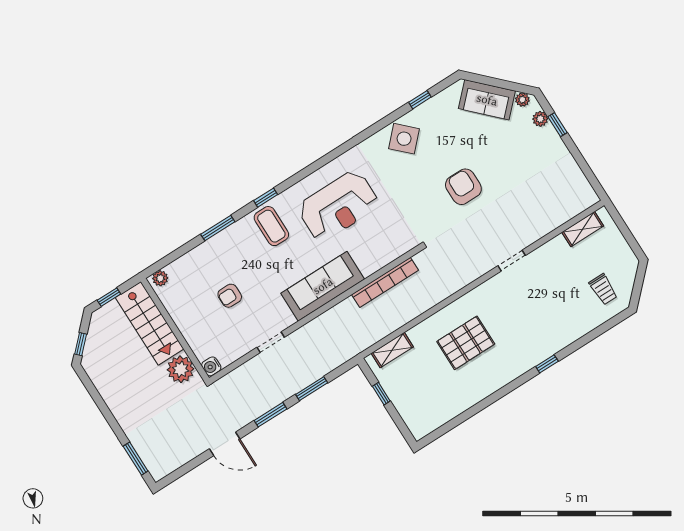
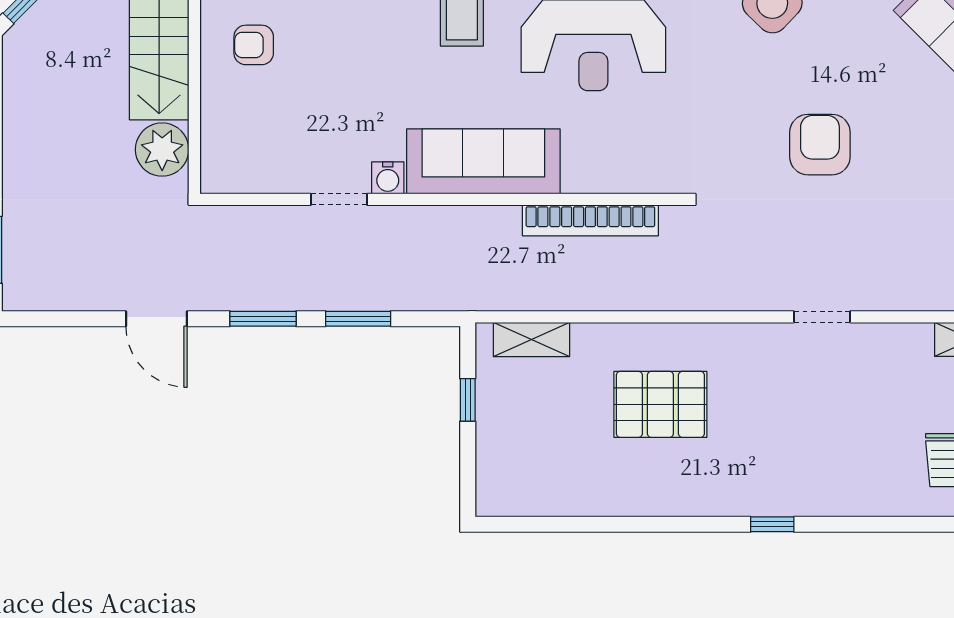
armchair: (230, 296) -> (254, 45), moved
water cooler: (211, 366) -> (388, 178), moved, turned -90

